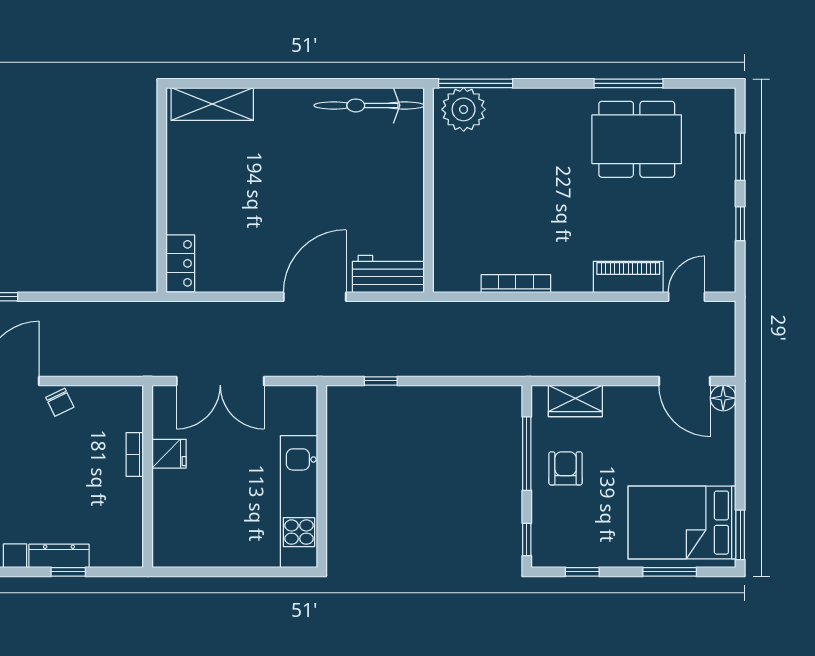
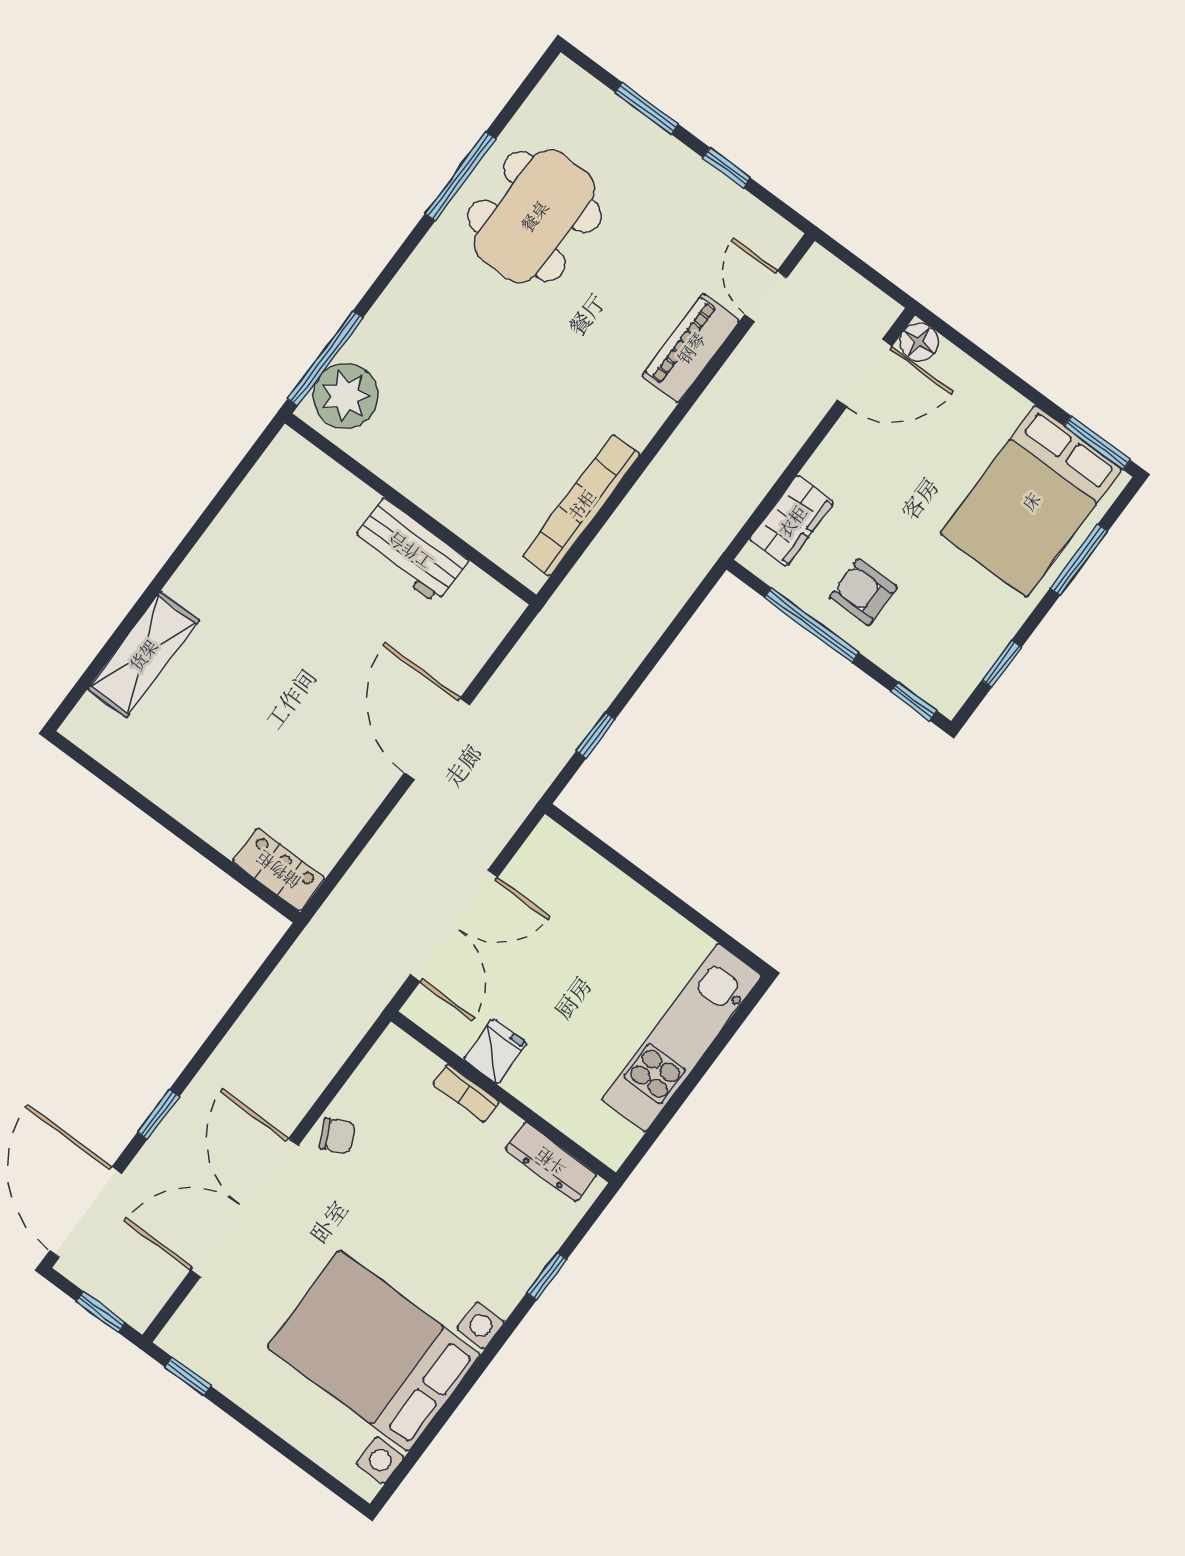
shelving: (212, 104) -> (143, 655), moved
bicycle: (369, 105) -> (257, 505), removed
workbench: (388, 274) -> (410, 551), moved, turned -90
bookcase: (516, 284) -> (581, 505), width x1.48, depth x1.31
kitchen unit: (299, 502) -> (682, 1038), moved, turned 90
dresser: (59, 556) -> (551, 1162), moved, turned -90

